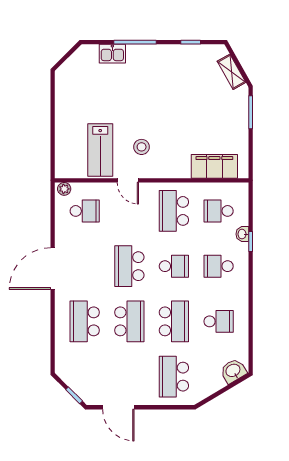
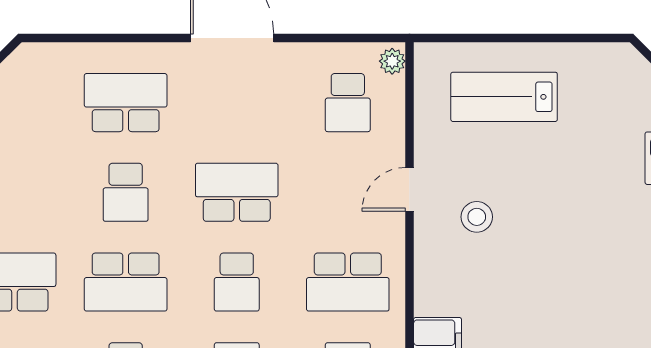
lab bench: (100, 150) -> (504, 97), moved
school desk: (174, 211) -> (348, 282), turned 180
school desk: (129, 321) -> (126, 192), width x0.54

